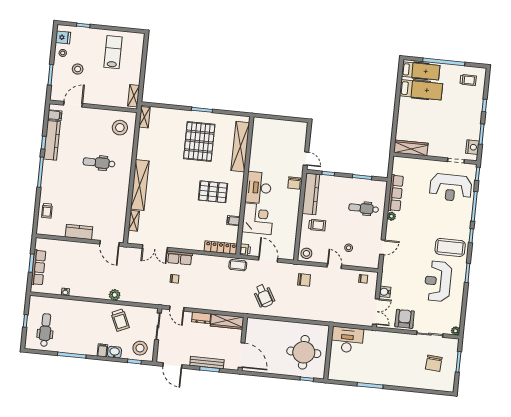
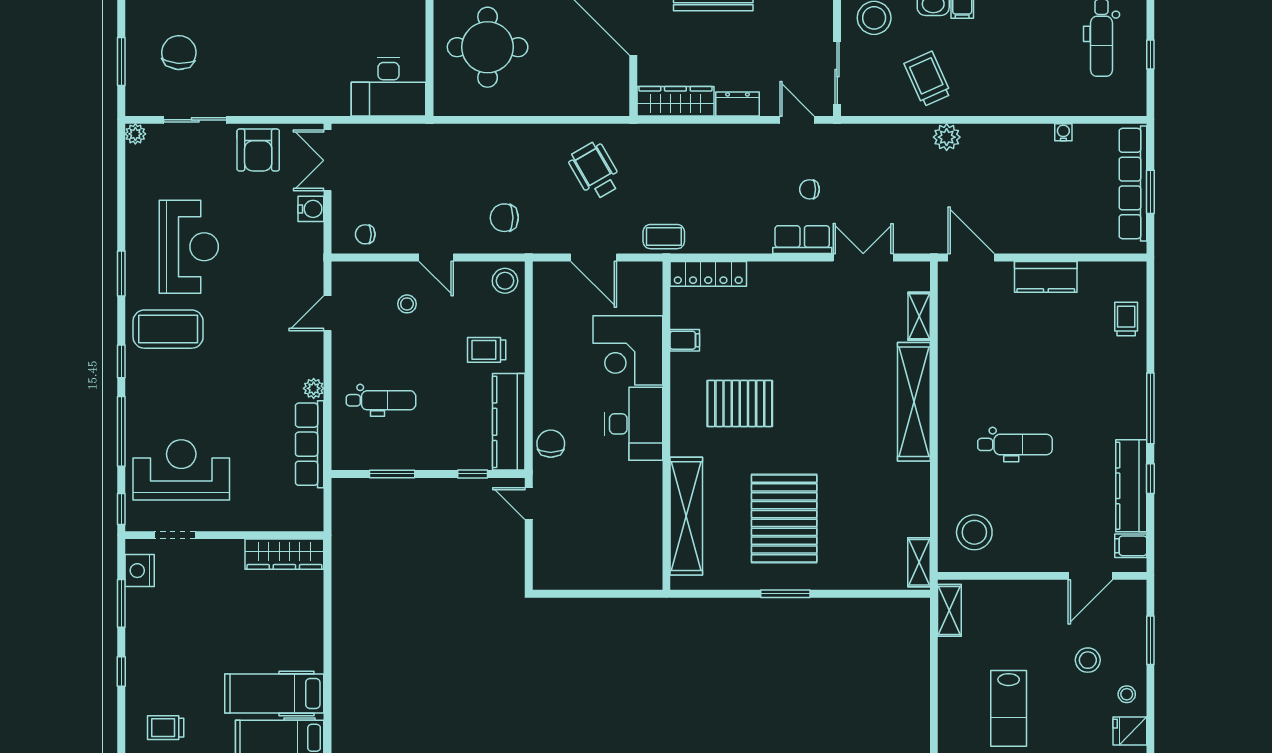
printer: (245, 250) -> (650, 275), removed
row of seats: (38, 267) -> (1133, 183), width x1.36

